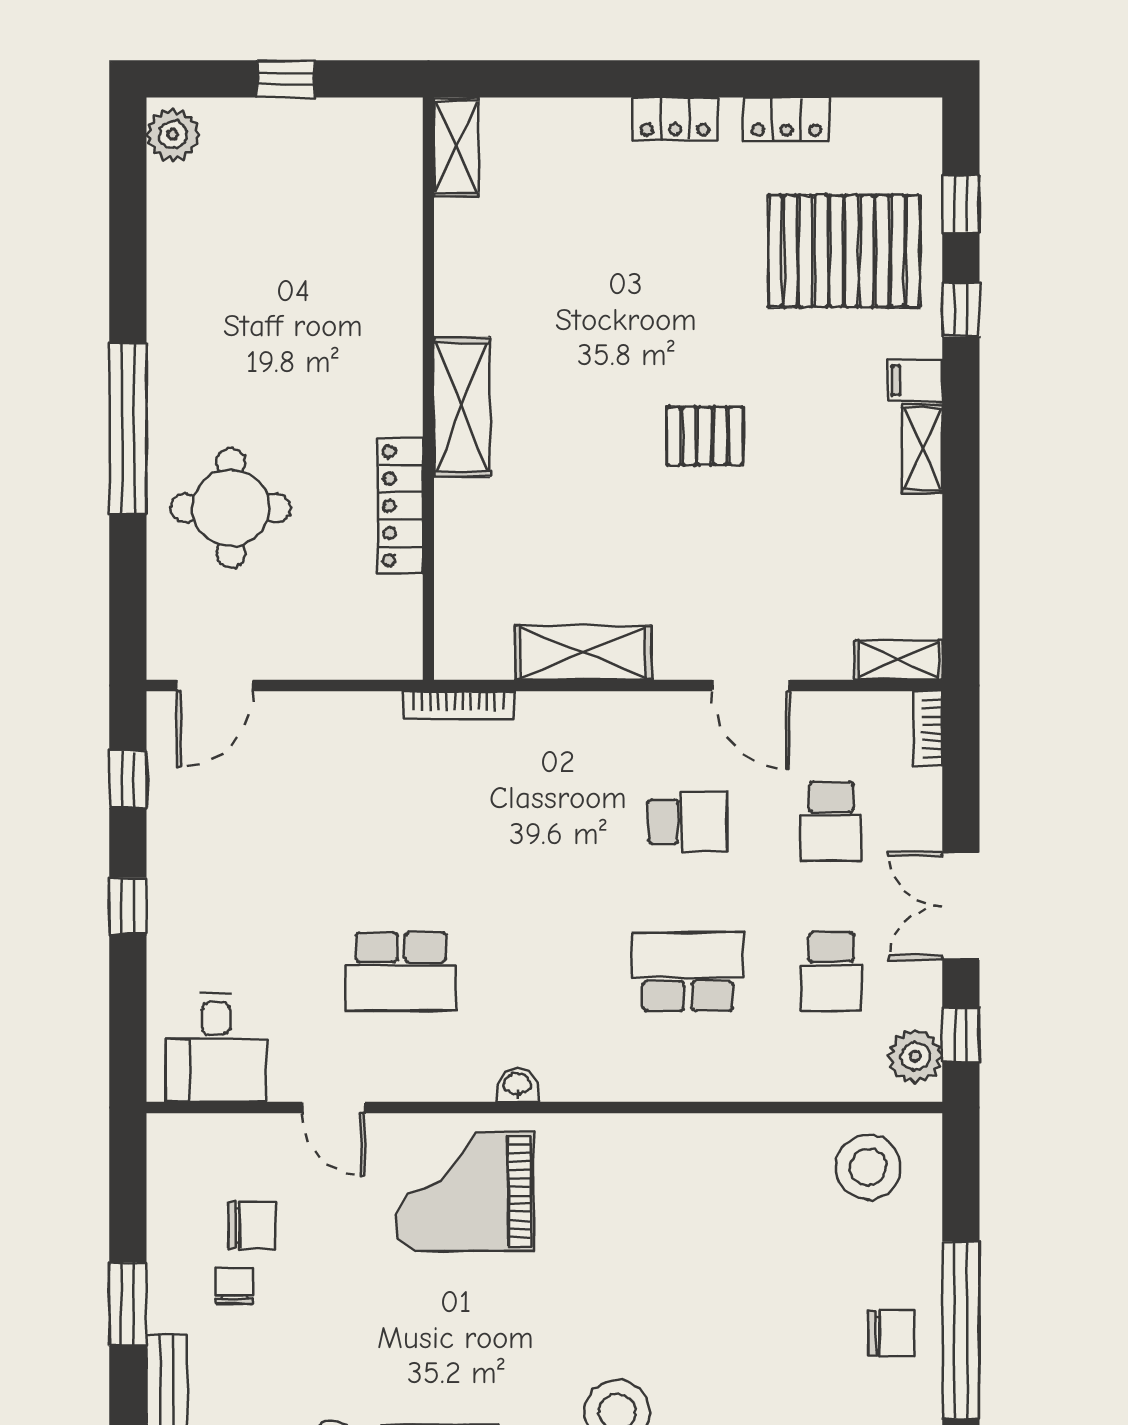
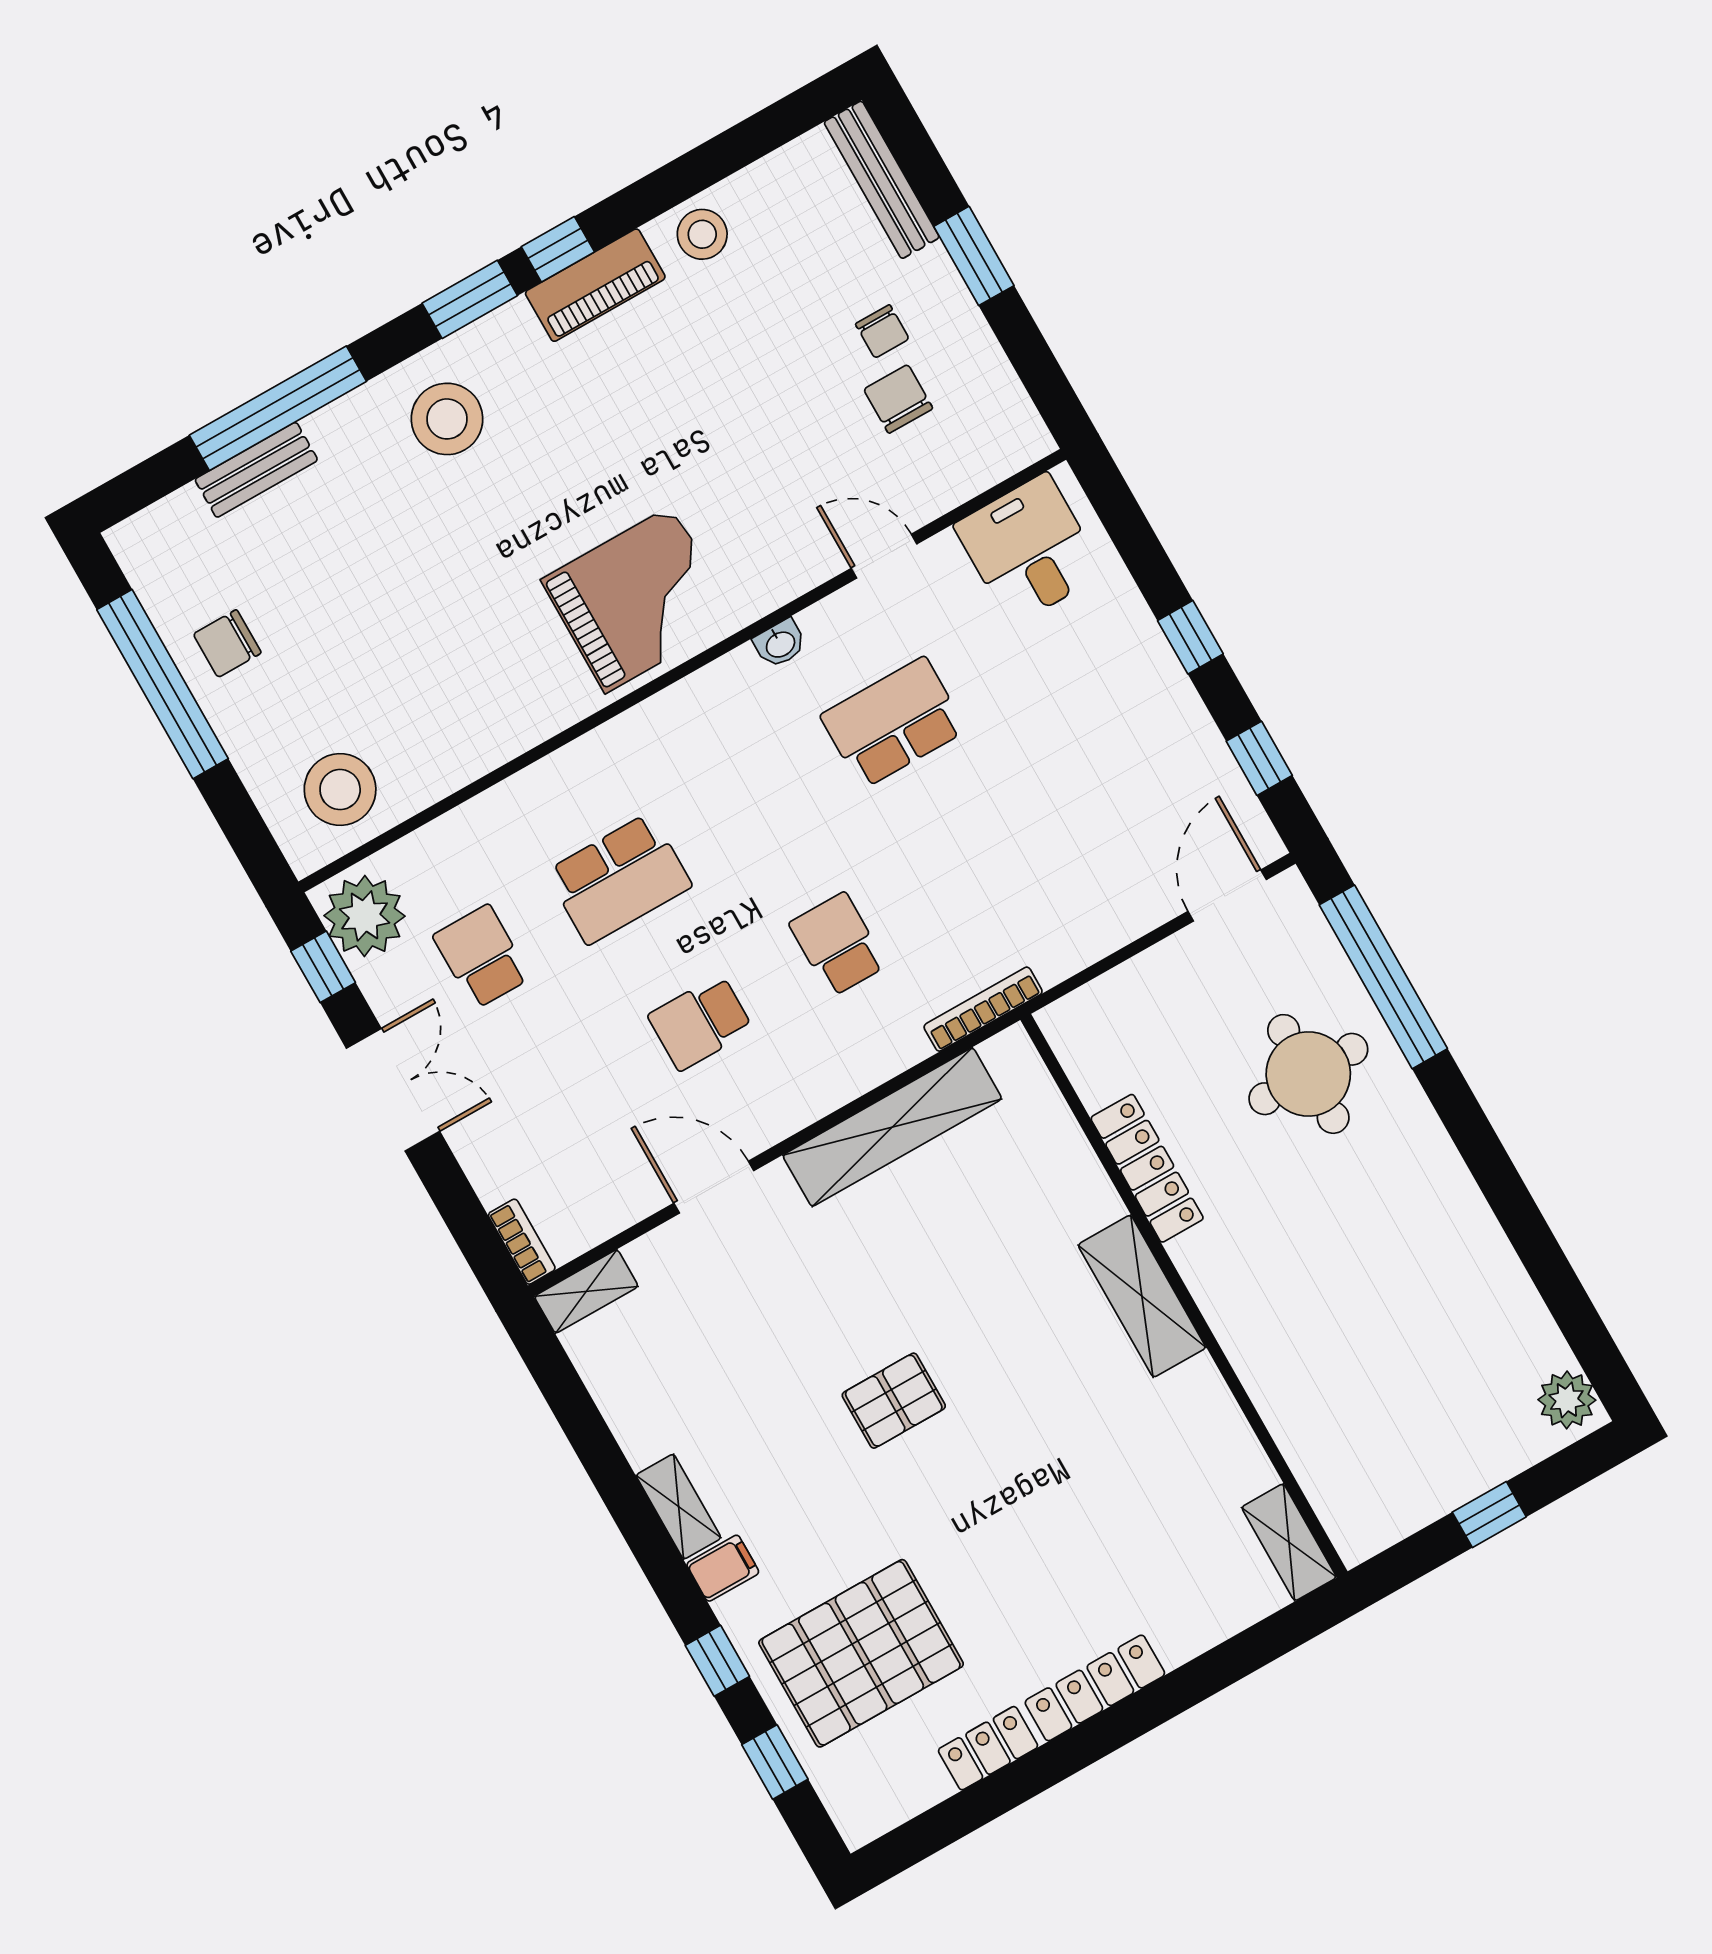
locker: (675, 119) -> (1095, 1688), width x1.53
window: (128, 429) -> (1383, 977), moved
shelving: (583, 653) -> (892, 1127), width x1.47
school desk: (831, 821) -> (838, 944), moved
plant: (915, 1056) -> (365, 916), width x1.36, depth x1.36
washbasin: (517, 1085) -> (780, 644), moved
grand piano: (464, 1191) -> (639, 599), moved
chair: (252, 1225) -> (898, 399), turned 90

